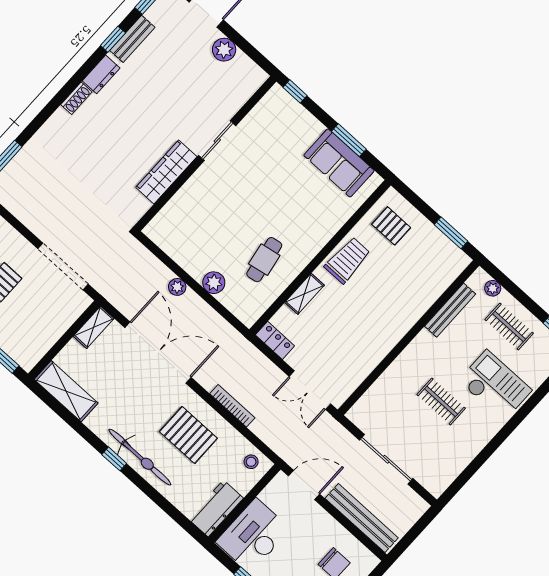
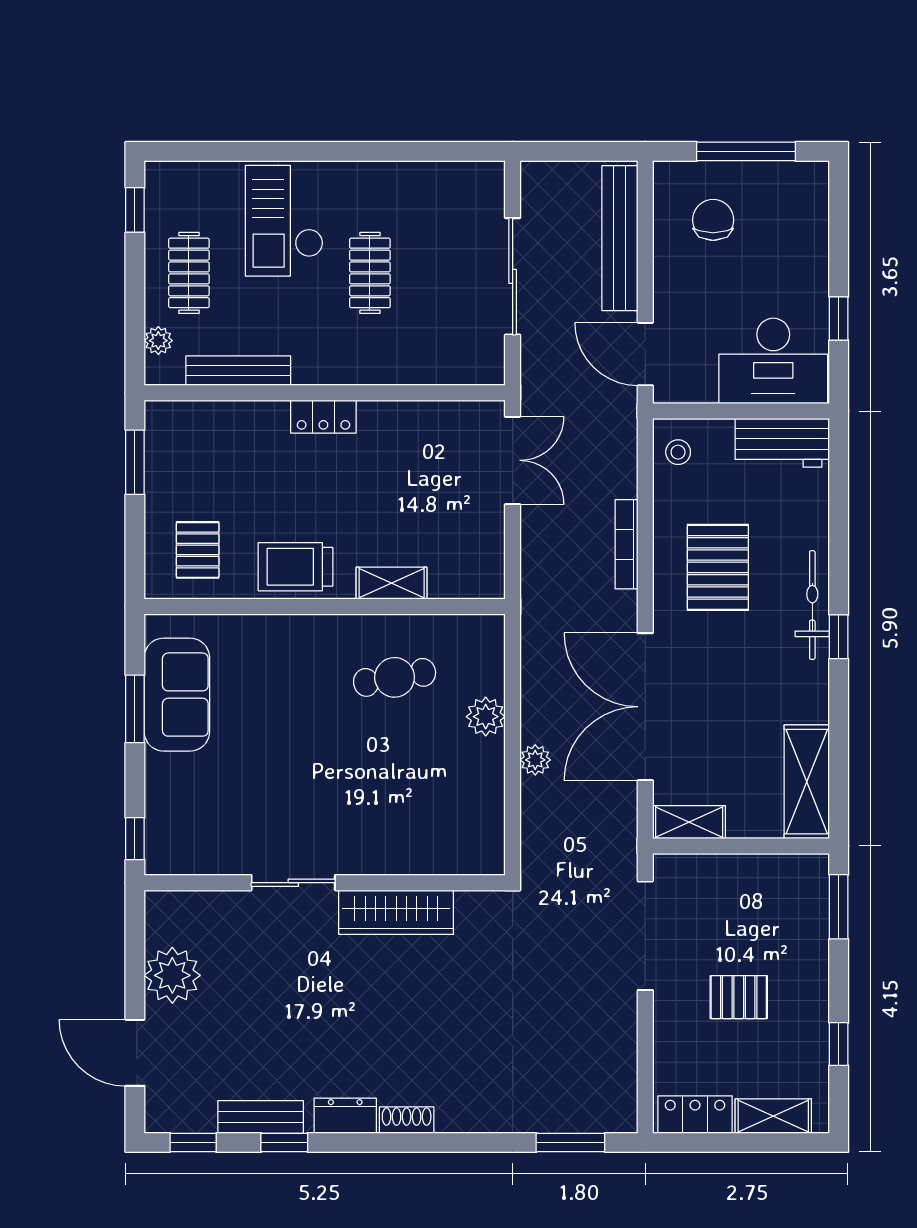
plant: (224, 50) -> (172, 975), width x1.36, depth x1.36
locker: (275, 340) -> (323, 417), moved, turned -90
bicycle: (140, 457) -> (812, 605), width x0.73, depth x0.71

